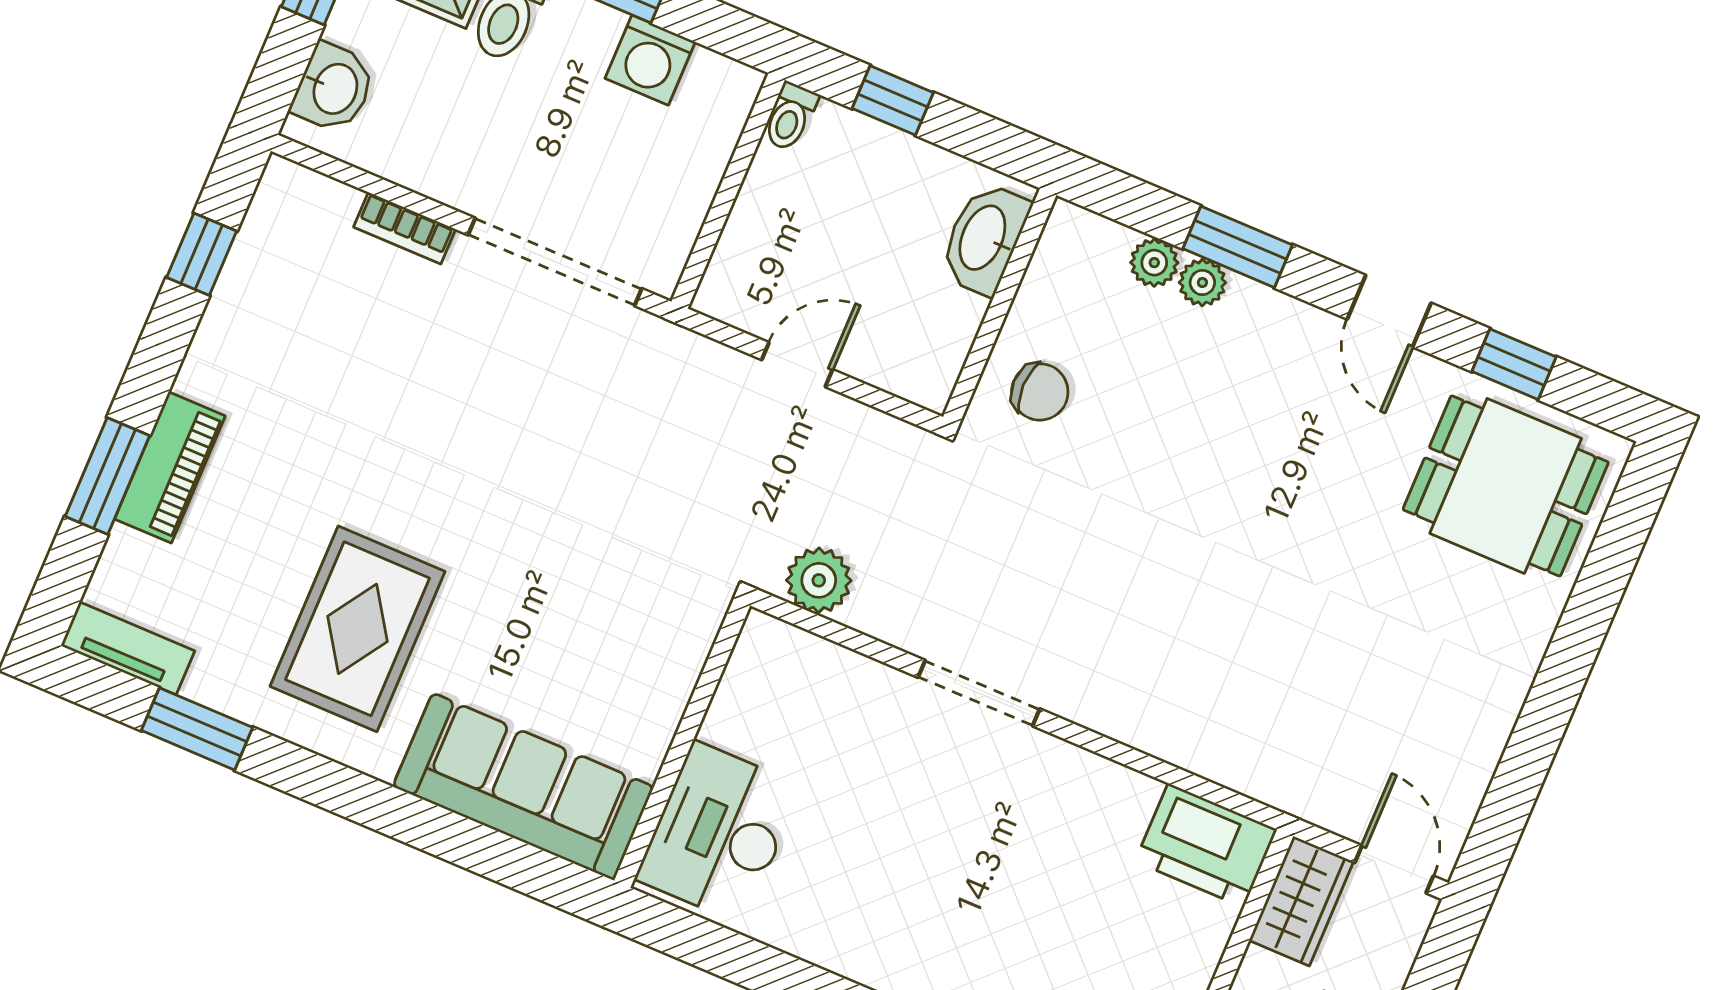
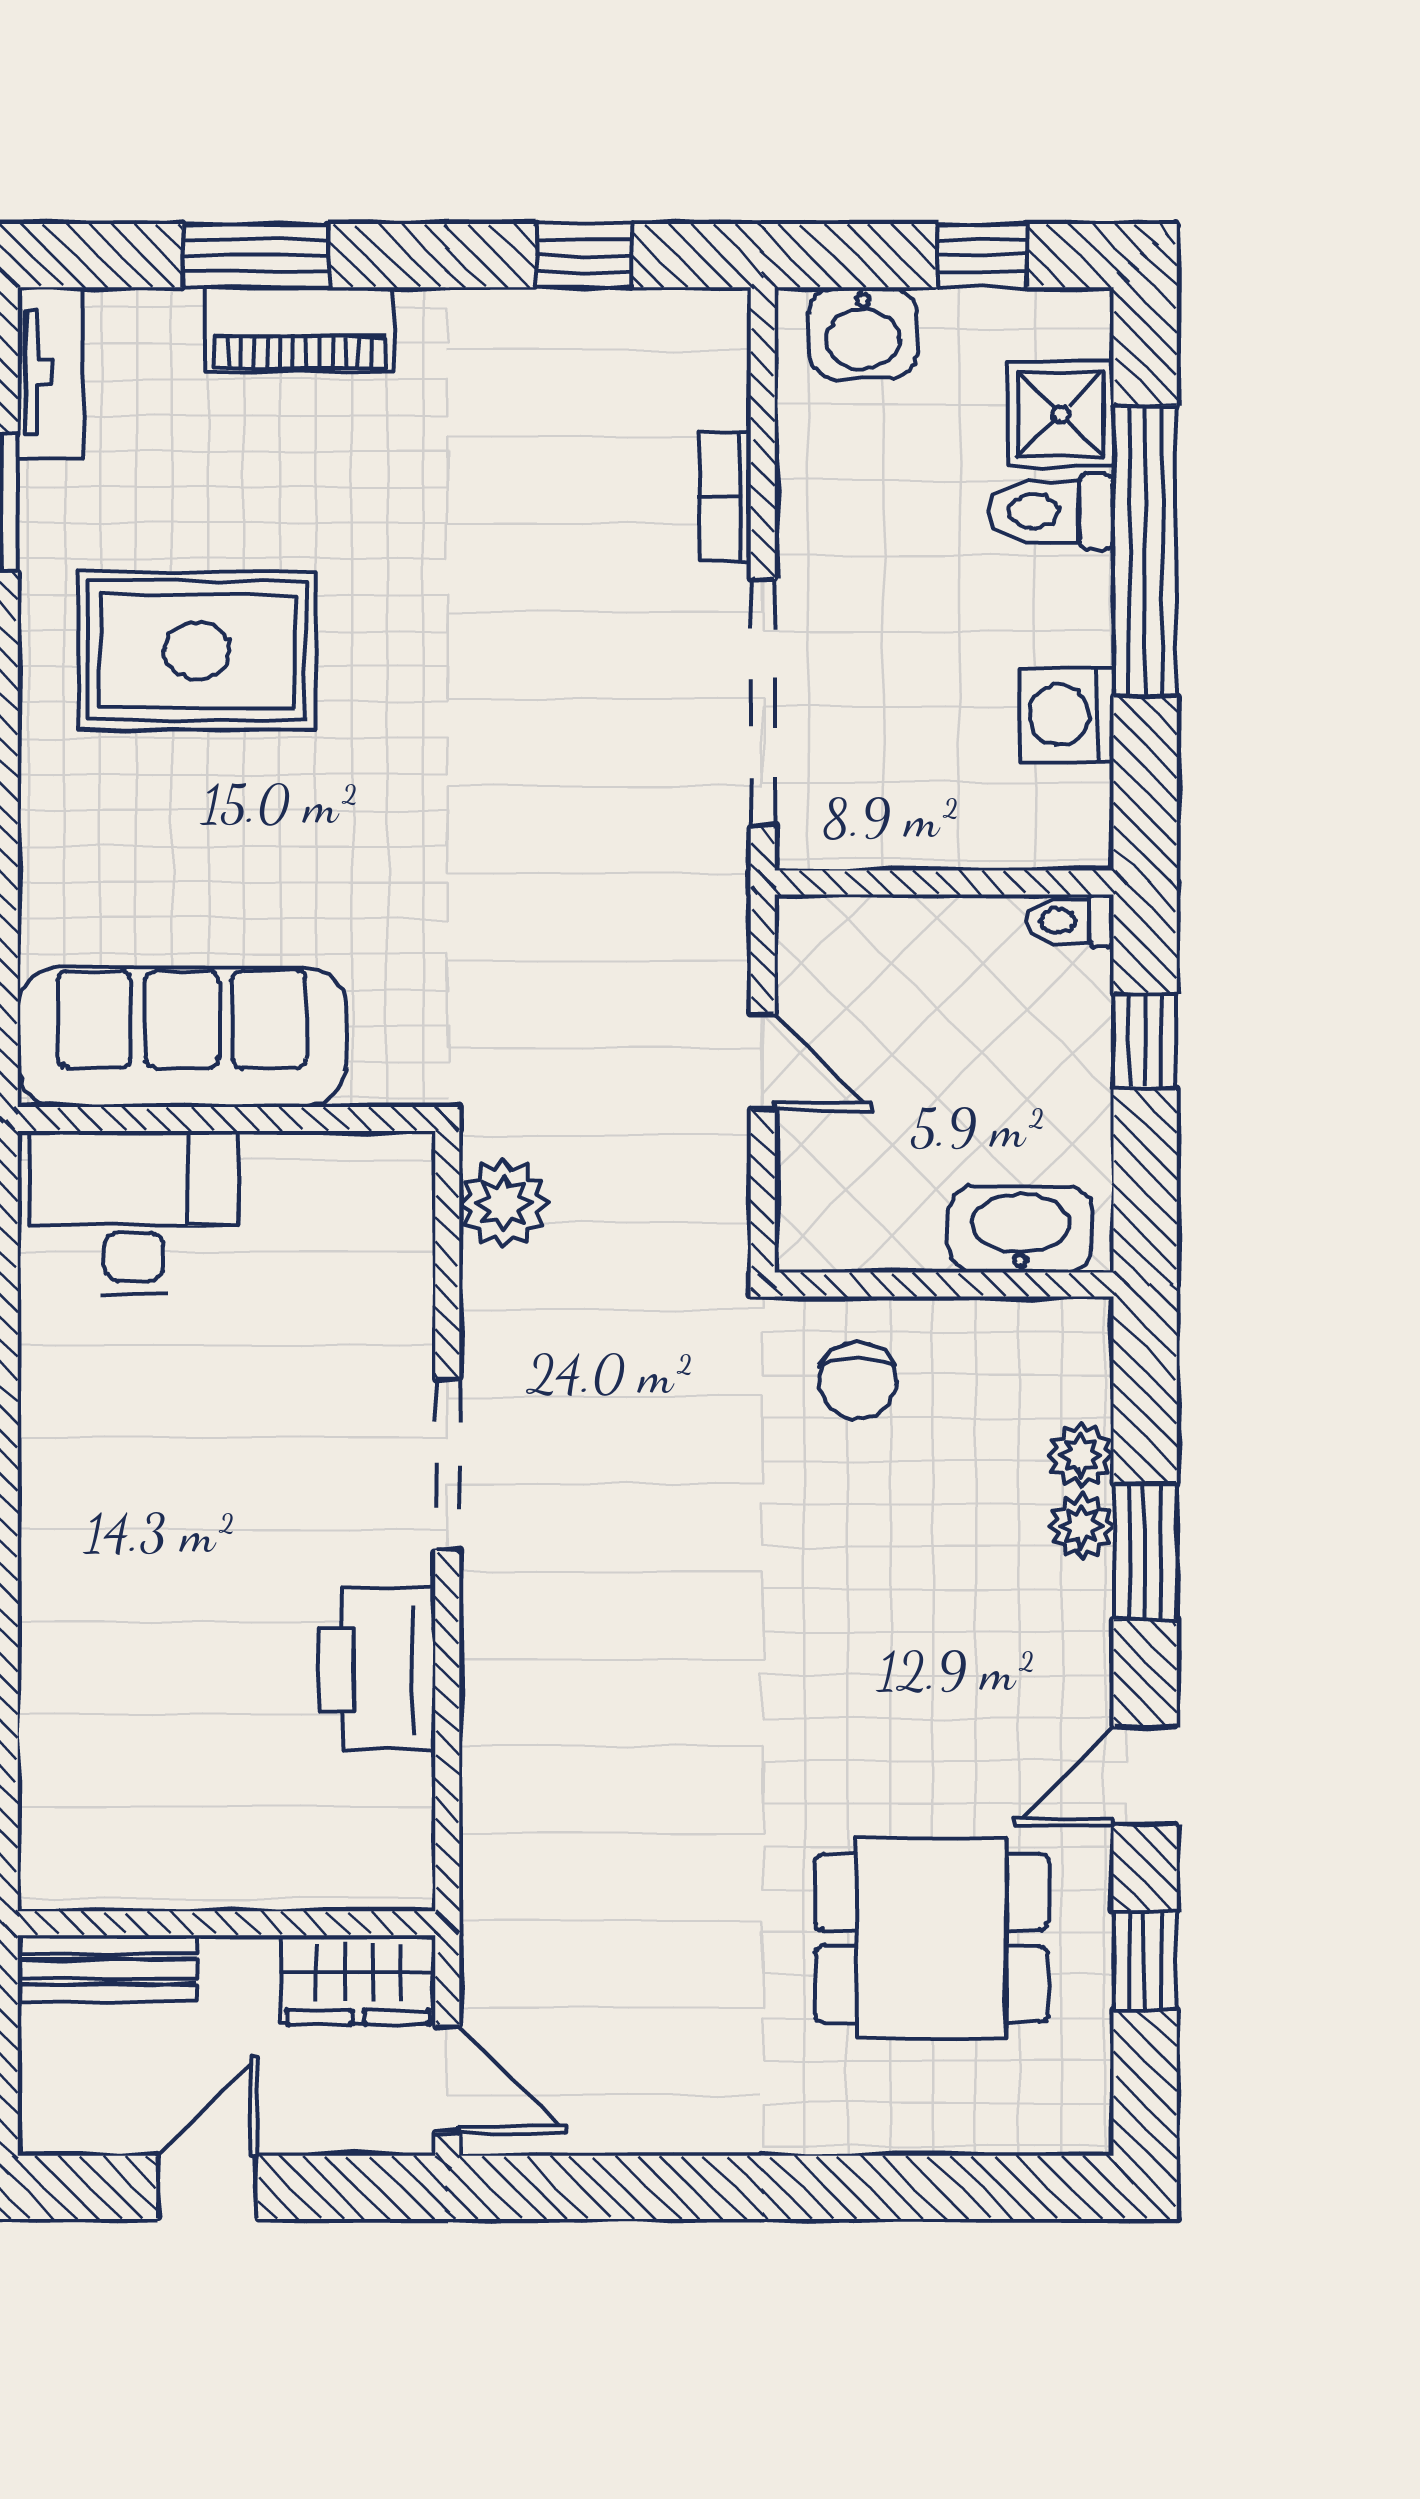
dining table: (1506, 486) -> (931, 1938), moved, turned 90
sofa: (523, 787) -> (182, 1037), moved, turned -90
printer: (1206, 845) -> (377, 1669), moved
door: (1394, 869) -> (447, 2079), hinge flipped

